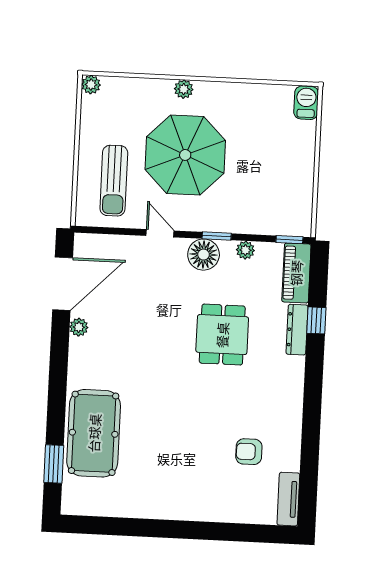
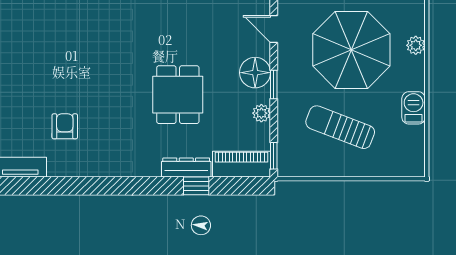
barbecue: (306, 103) -> (414, 108), moved, turned -90
sun lounger: (264, 170) -> (340, 127), added
door: (160, 233) -> (274, 29), swing flipped
dining table: (222, 335) -> (178, 95), turned 90

